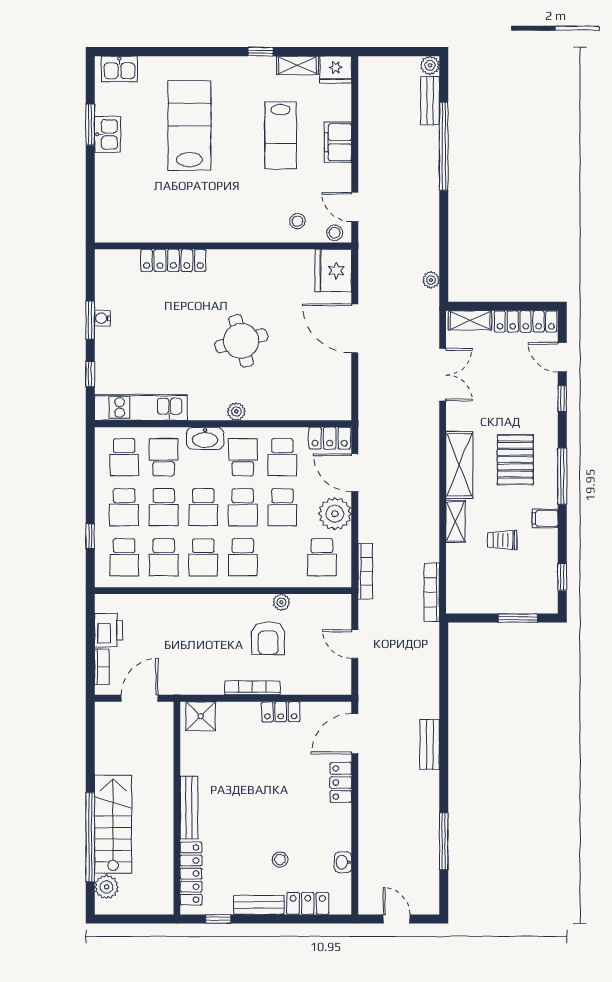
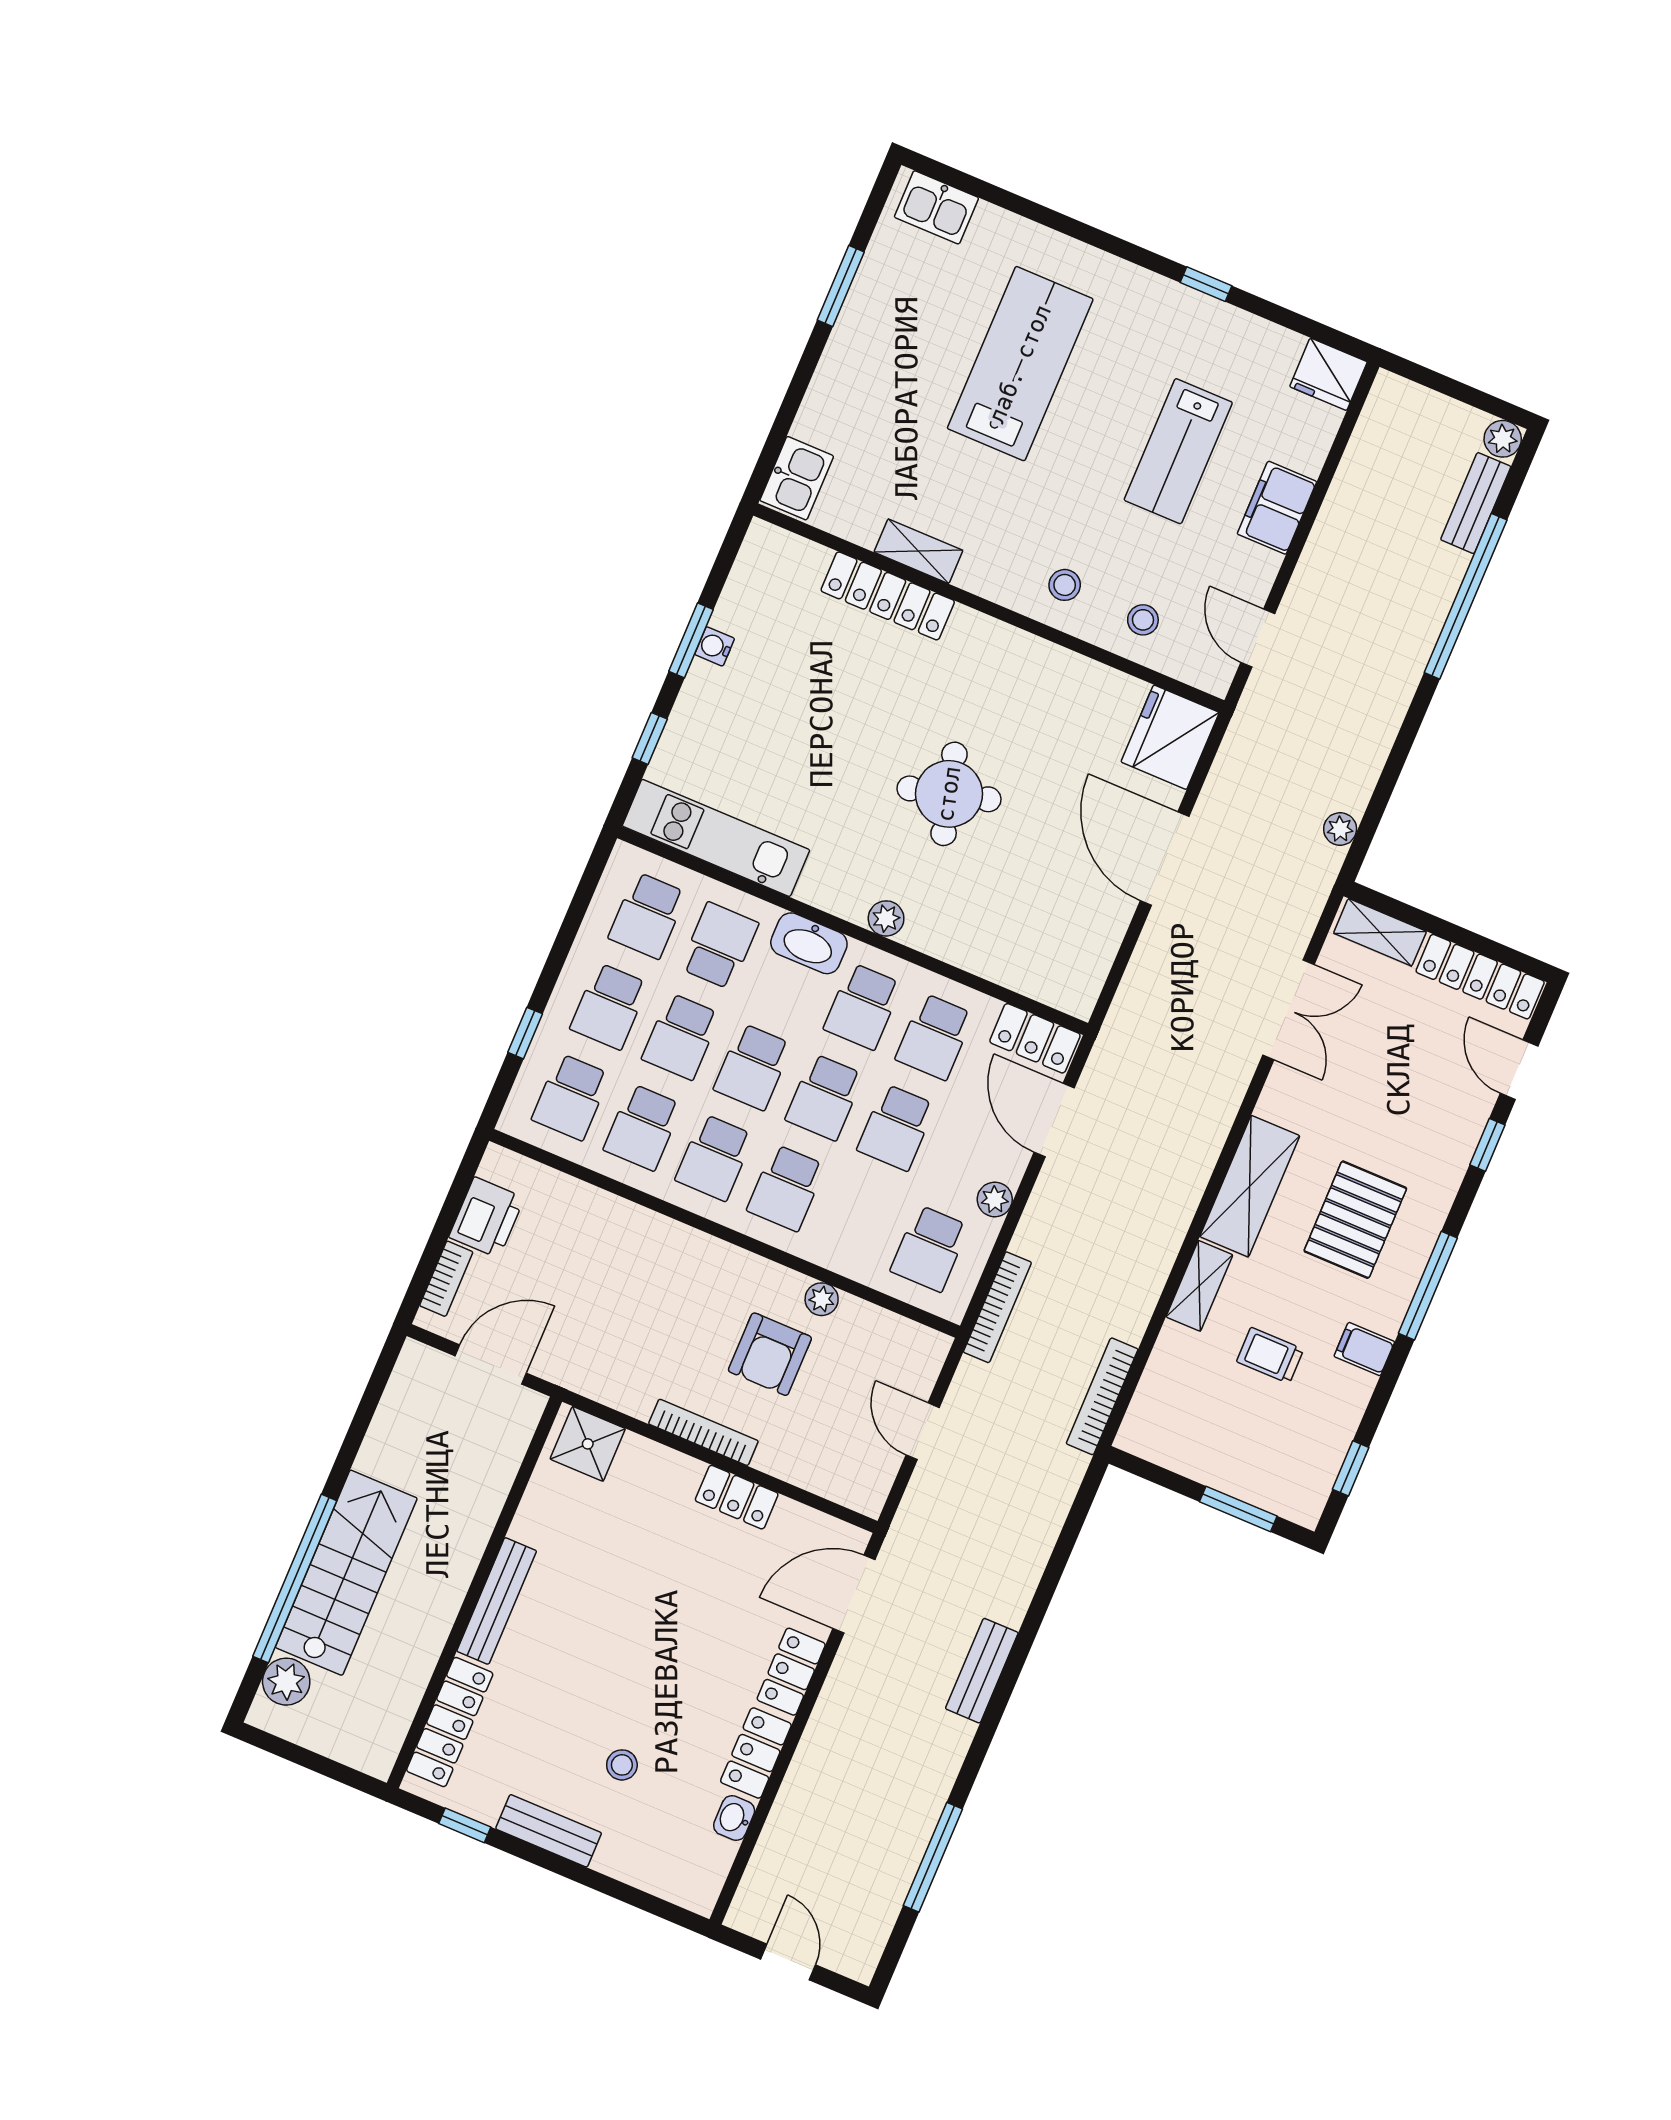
shelving: (298, 65) -> (918, 551), moved
kitchen sink: (108, 134) -> (797, 478), moved
stool: (335, 233) -> (1065, 585), moved
school desk: (243, 457) -> (863, 1006), turned 180
plant: (335, 514) -> (995, 1199), width x0.53, depth x0.53
locker: (308, 903) -> (756, 1753), moved, turned -90

